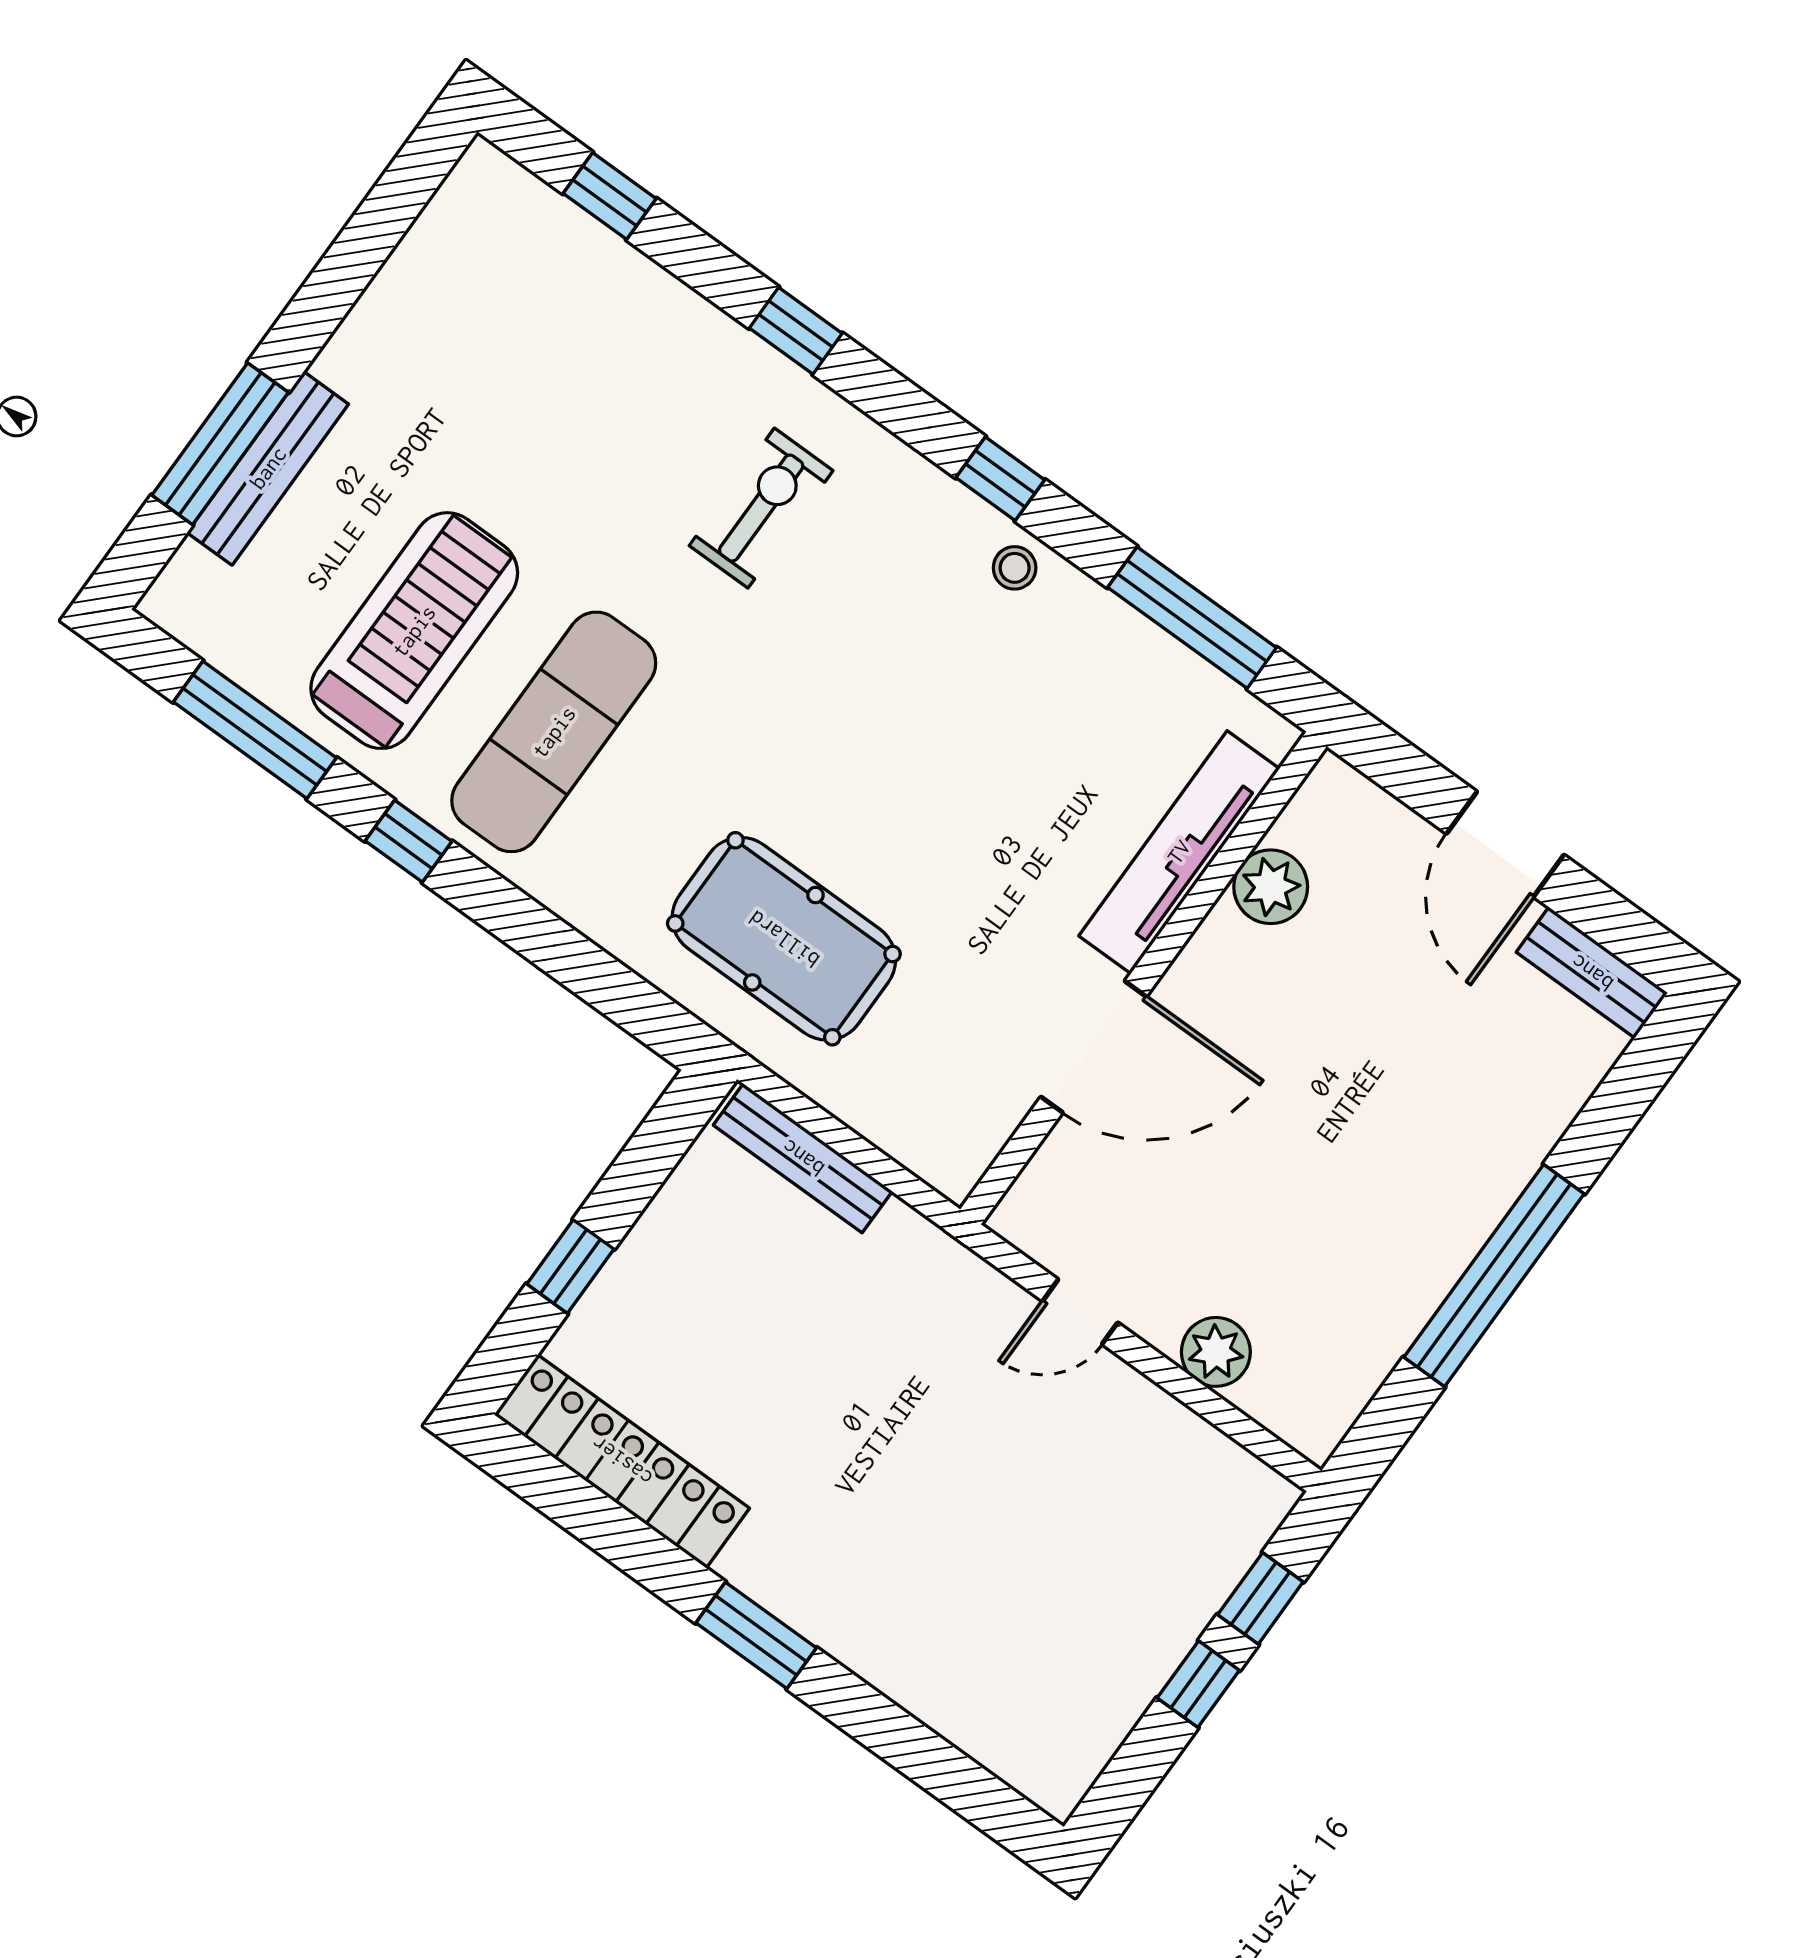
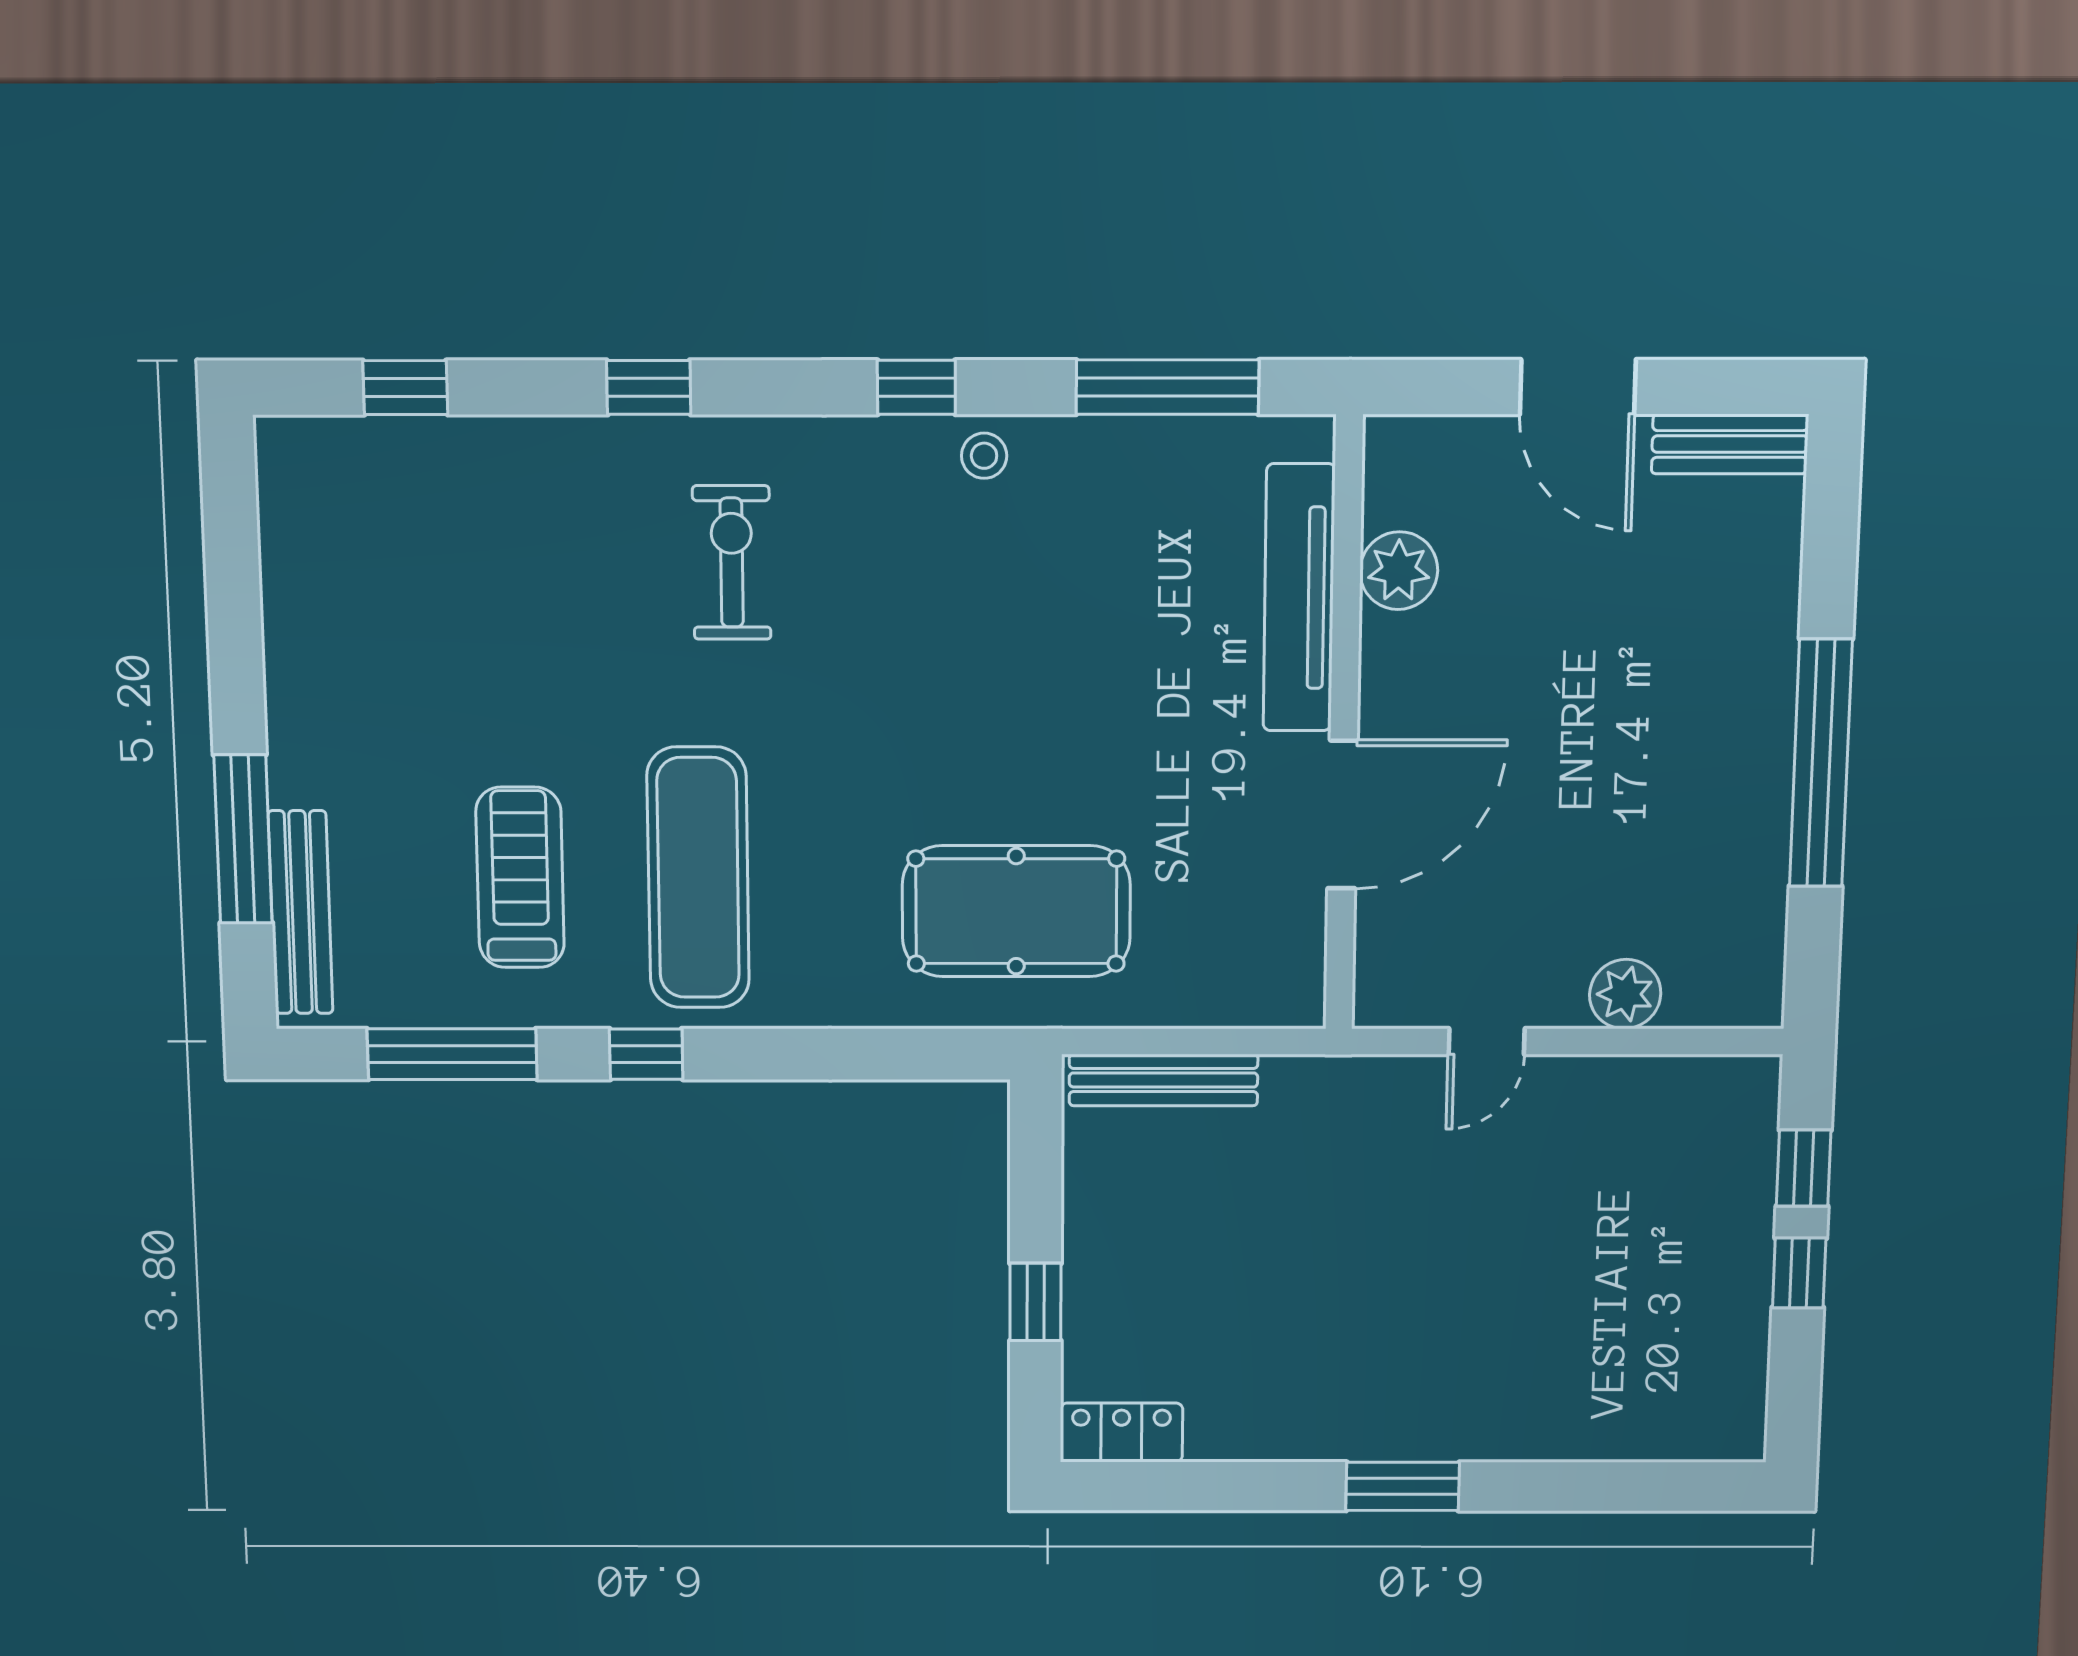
bench: (268, 468) -> (301, 912), moved
treadmill: (414, 631) -> (520, 878), width x0.73, depth x0.73
locker: (622, 1461) -> (1121, 1432), width x0.46, depth x0.83

